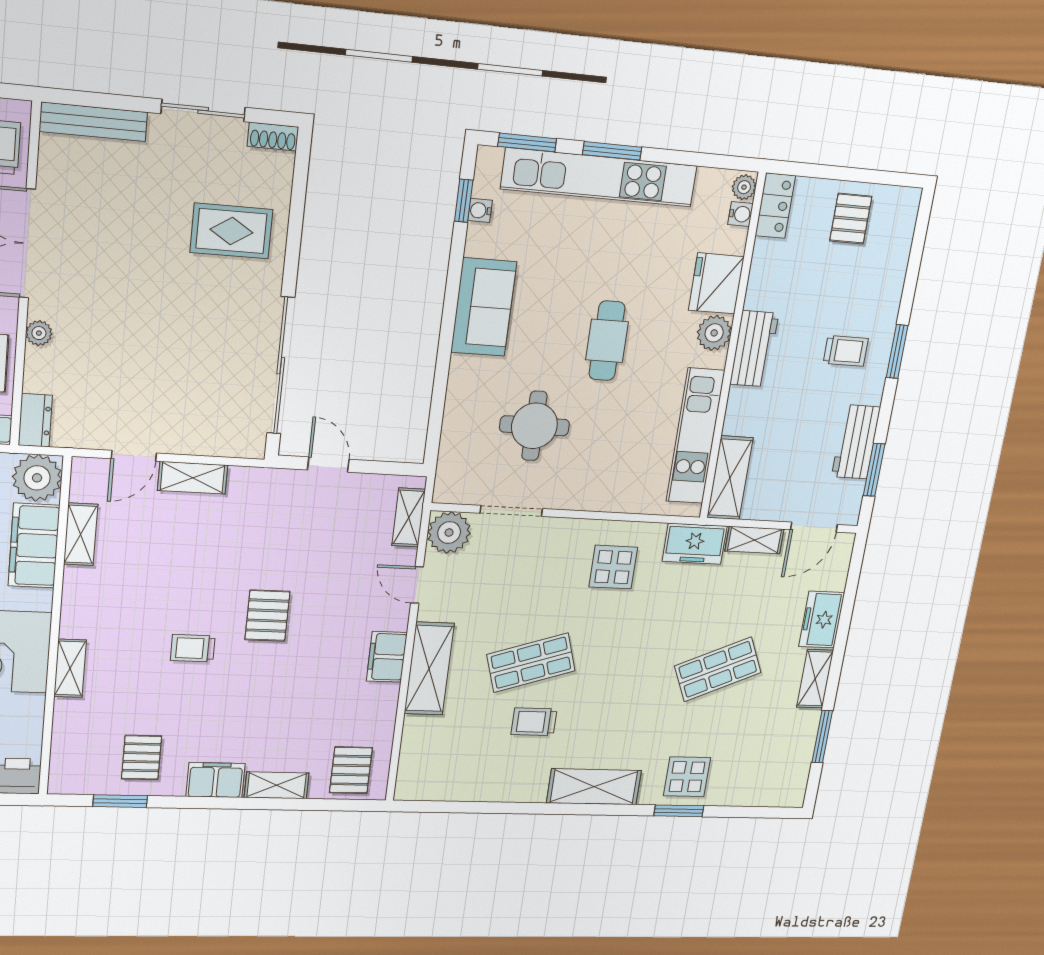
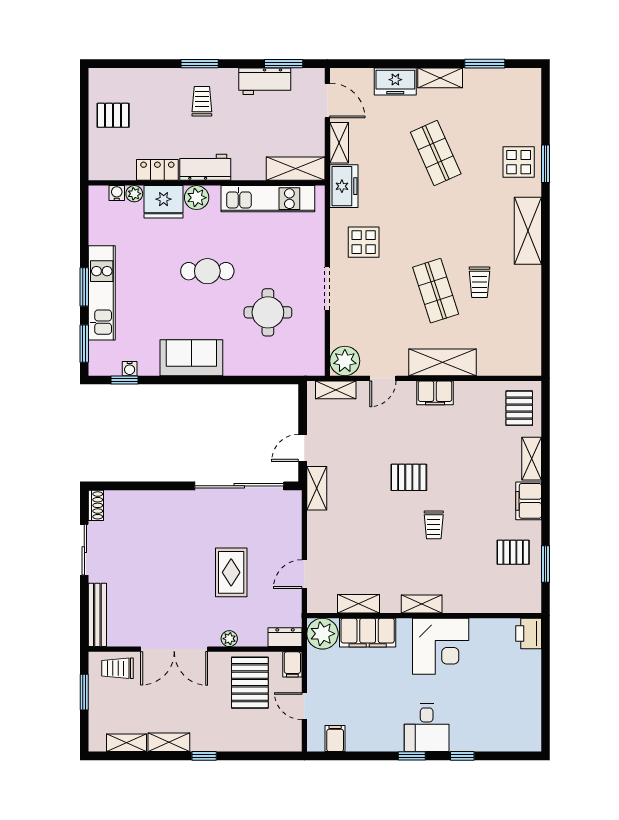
kitchen unit: (599, 177) -> (102, 293), width x0.73
plant: (744, 187) -> (134, 194), moved
locker: (775, 206) -> (157, 170), moved
rug: (231, 231) -> (231, 572), moved
door: (134, 456) -> (304, 574), swing flipped
shelving: (193, 478) -> (317, 488), moved
doorway: (511, 511) -> (327, 288), moved
shelving: (70, 668) -> (422, 604), moved
pallet: (351, 770) -> (519, 408), turned 90

